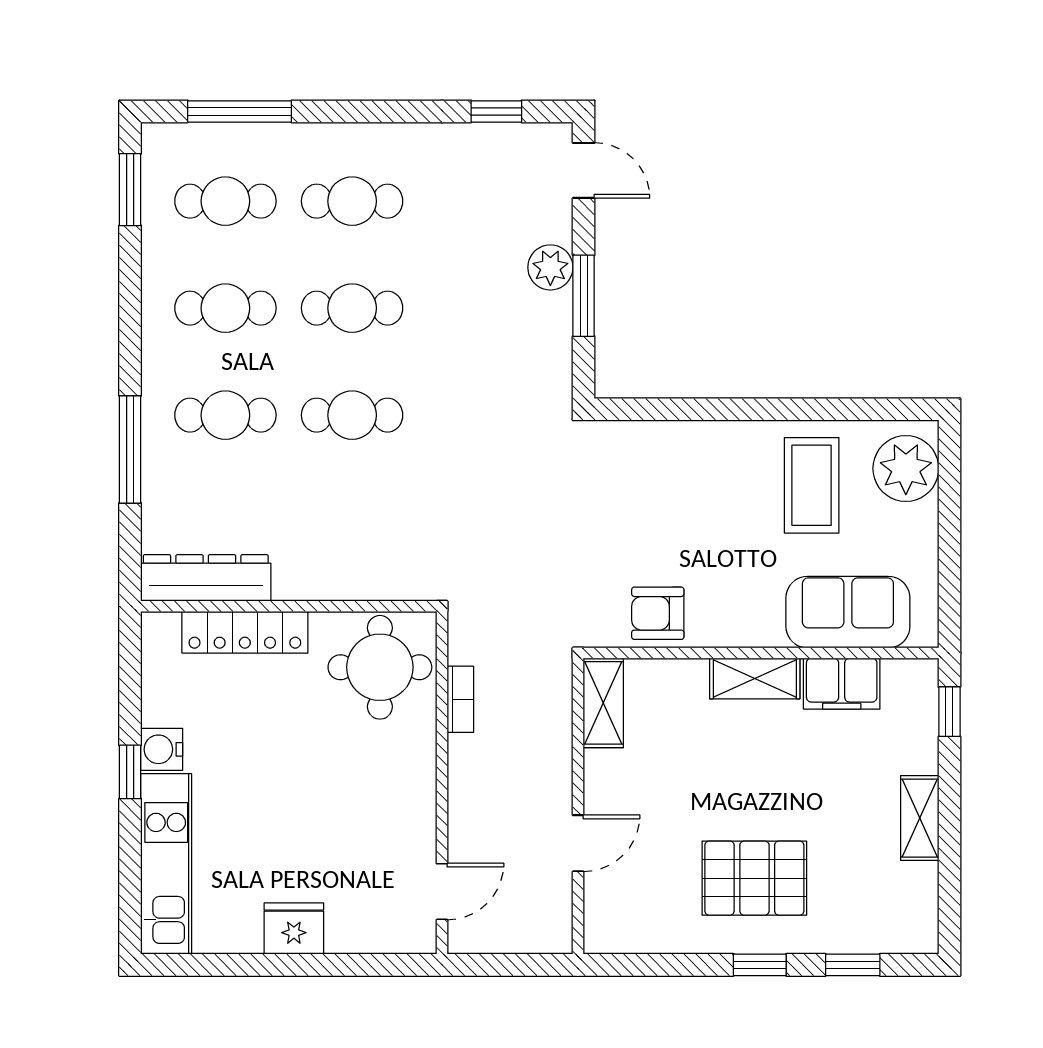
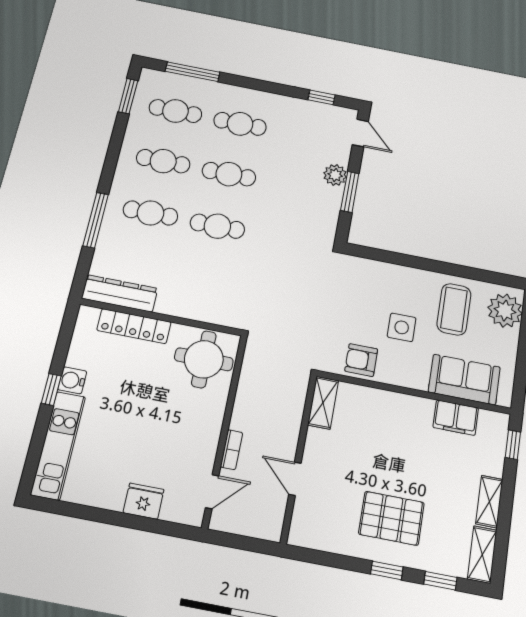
side table: (721, 539) -> (402, 327), added
shelving: (755, 678) -> (482, 555), moved, turned 90
bookcase: (460, 699) -> (232, 450), moved
door: (578, 843) -> (295, 479), swing flipped
fridge: (294, 929) -> (144, 501), moved

